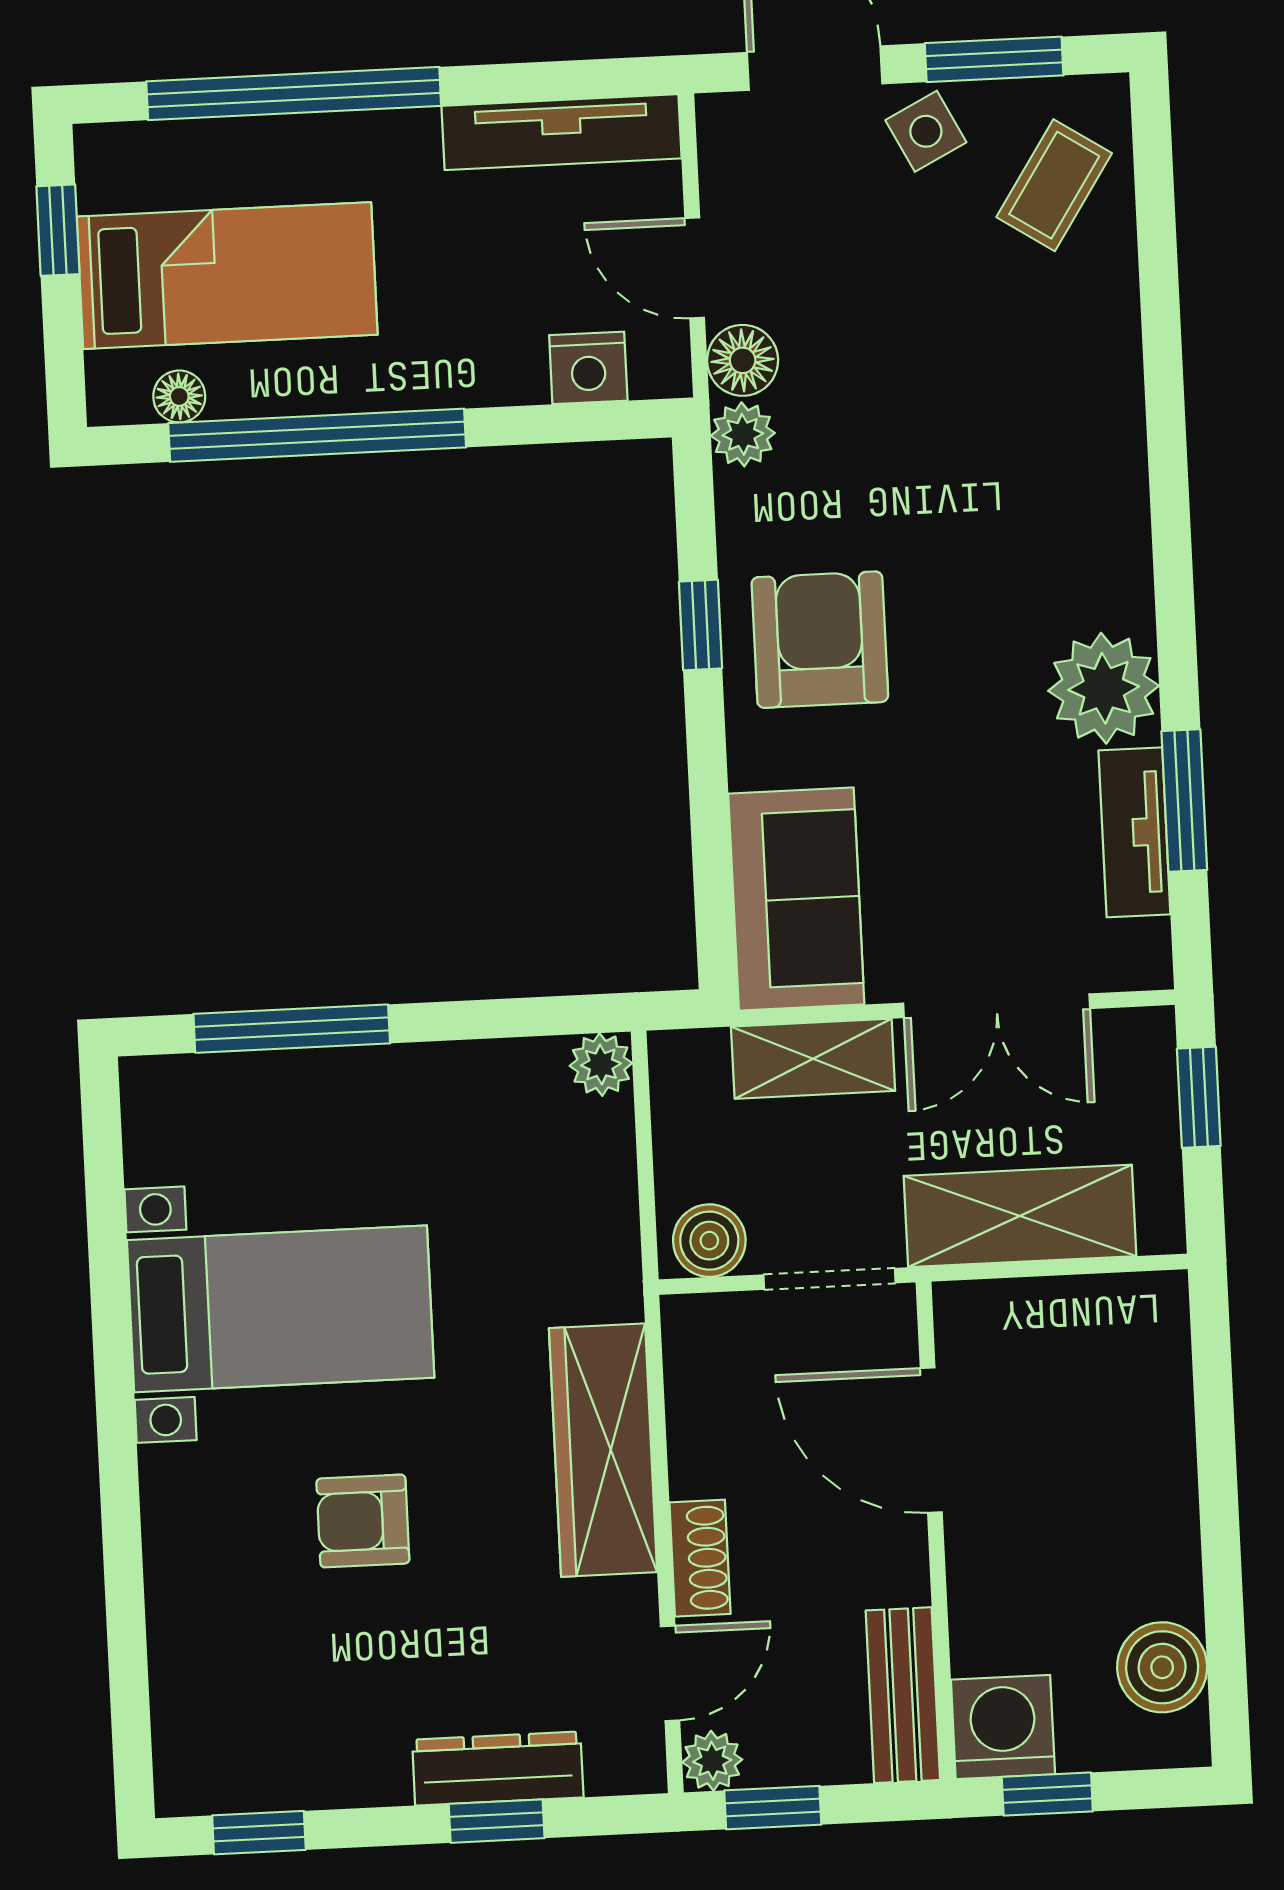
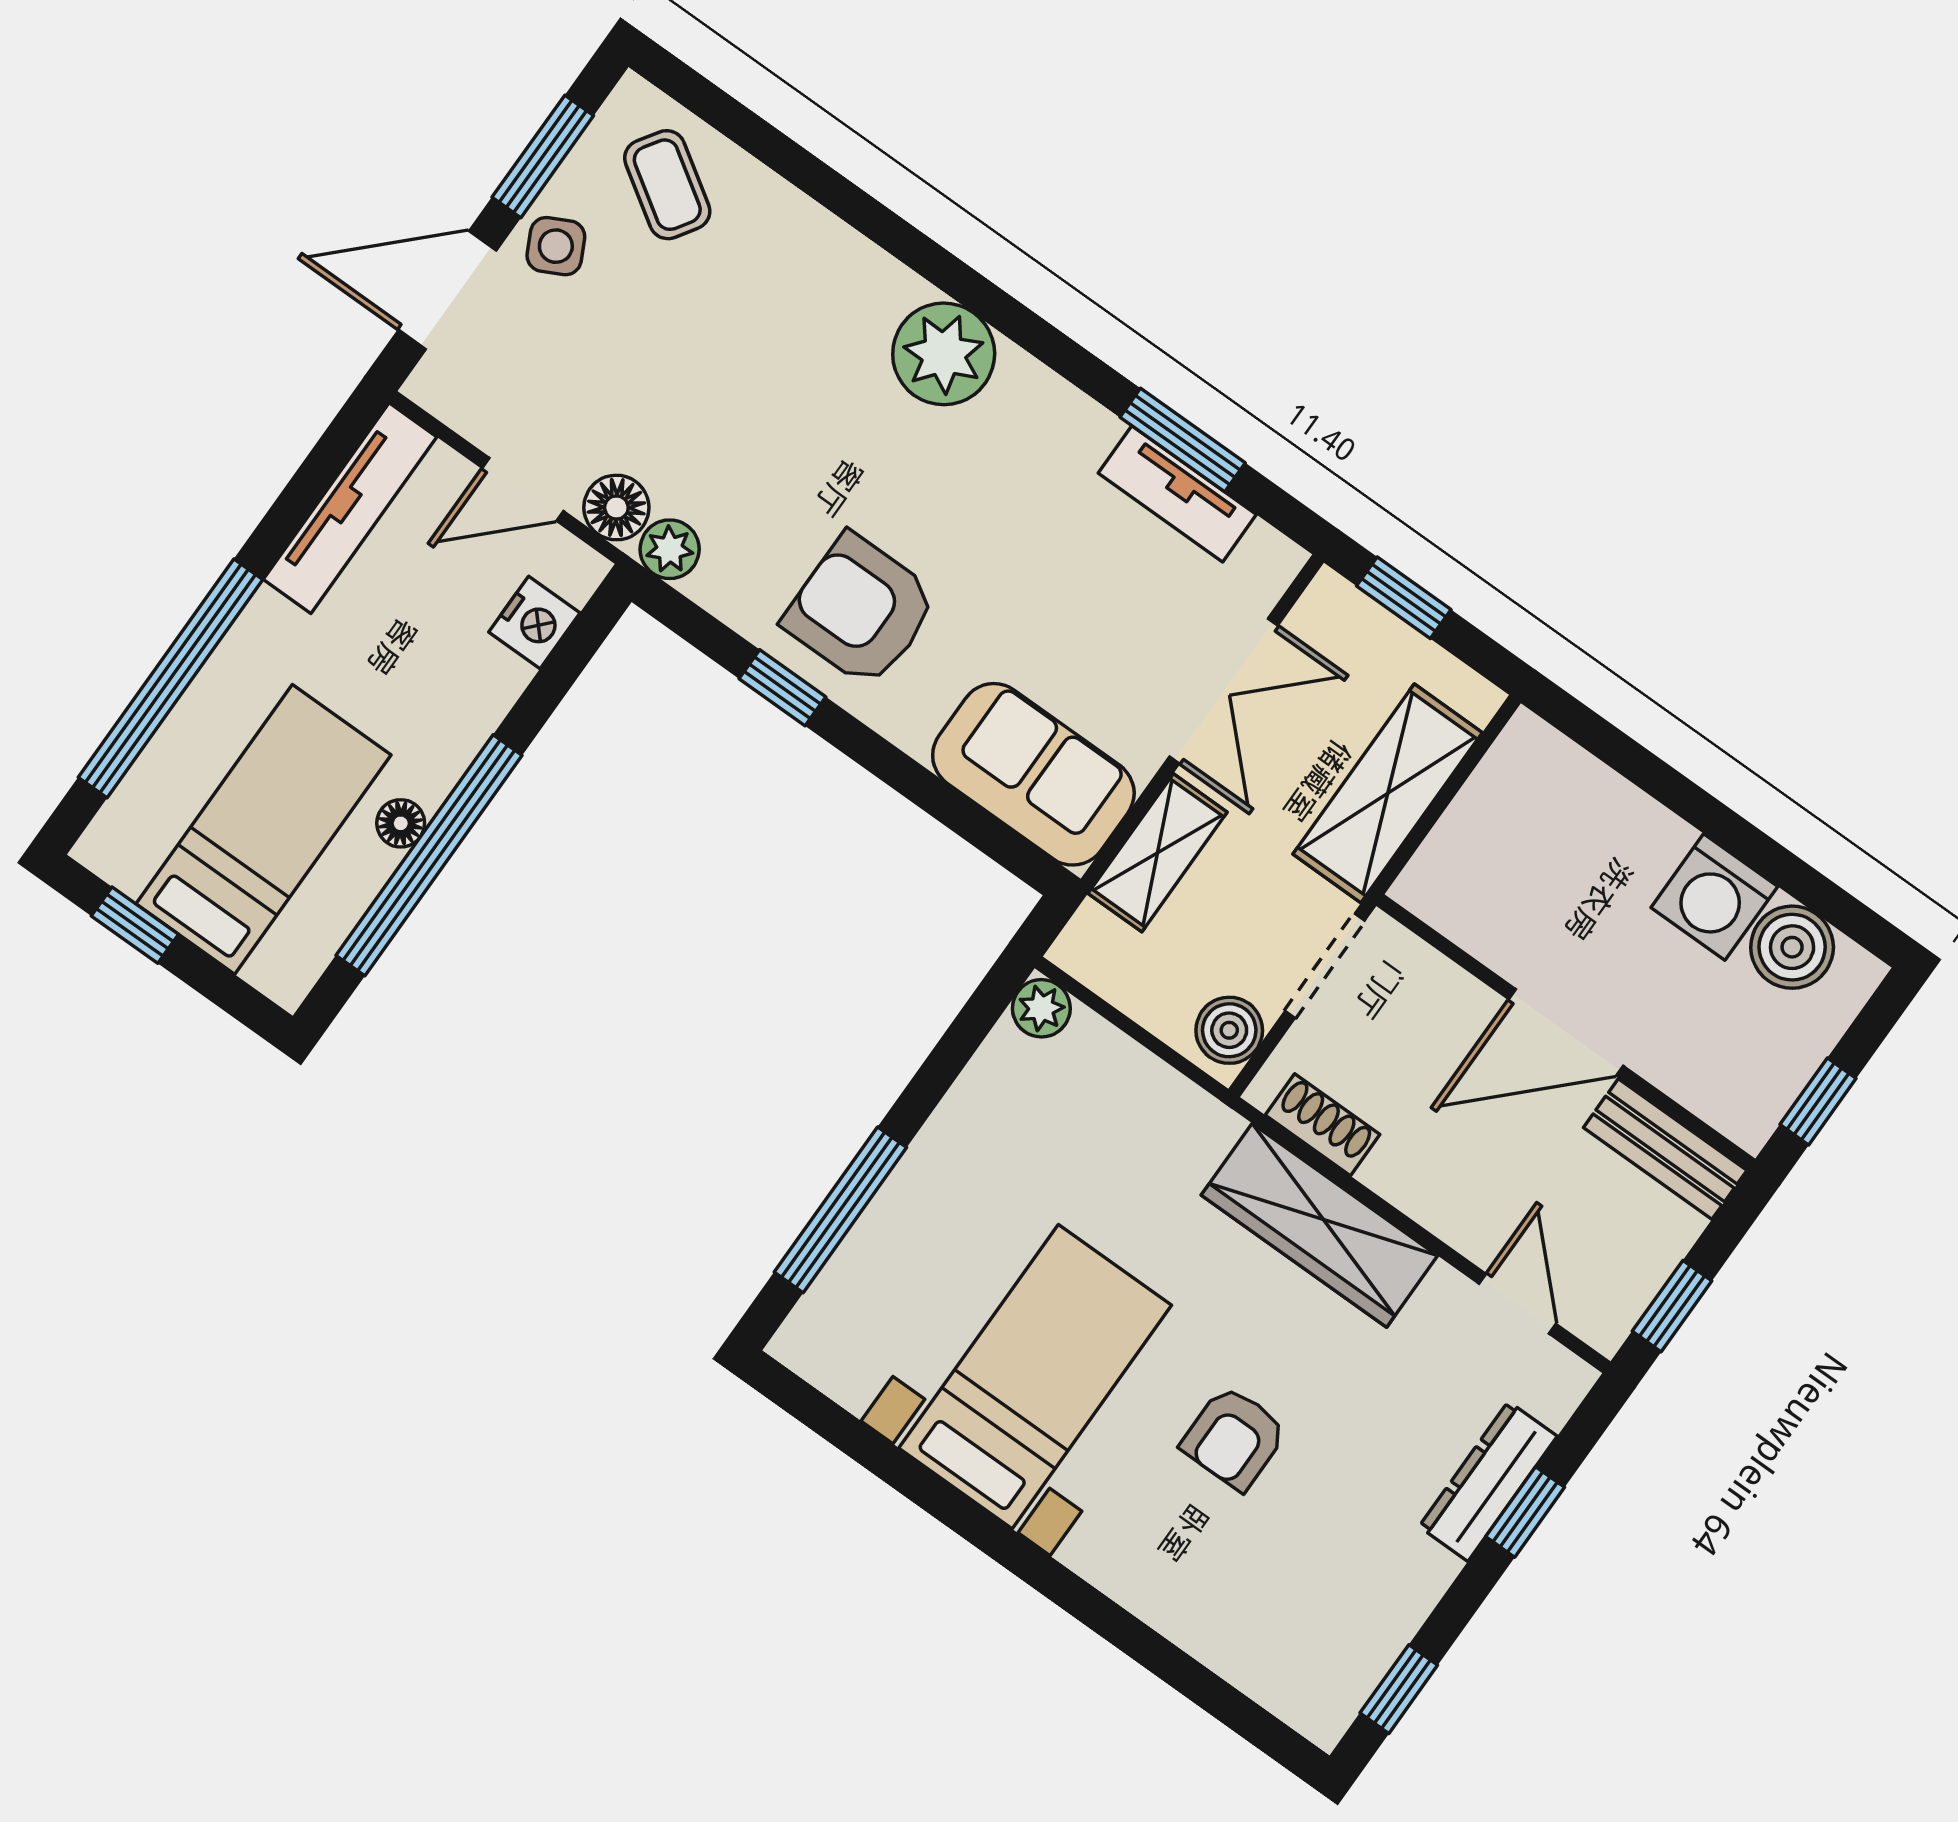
floor lamp: (179, 396) -> (401, 823), moved
plant: (1104, 688) -> (944, 354), moved
door: (931, 1440) -> (1566, 1032), moved
shoe rack: (700, 1558) -> (1322, 1125), moved
washing machine: (1003, 1727) -> (1714, 897), moved, turned -90
plant: (712, 1761) -> (1604, 1323), removed

